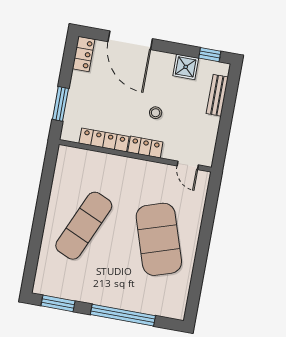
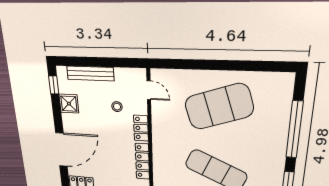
bench: (217, 95) -> (90, 73), width x1.36
stool: (156, 113) -> (117, 107), moved
door: (188, 165) -> (149, 90), hinge flipped

